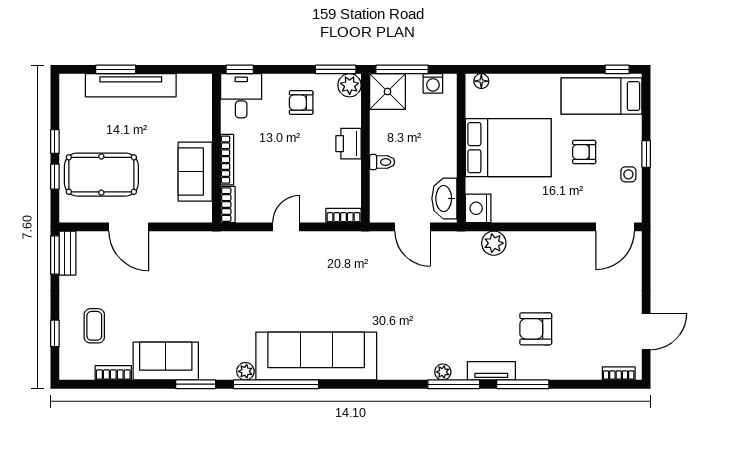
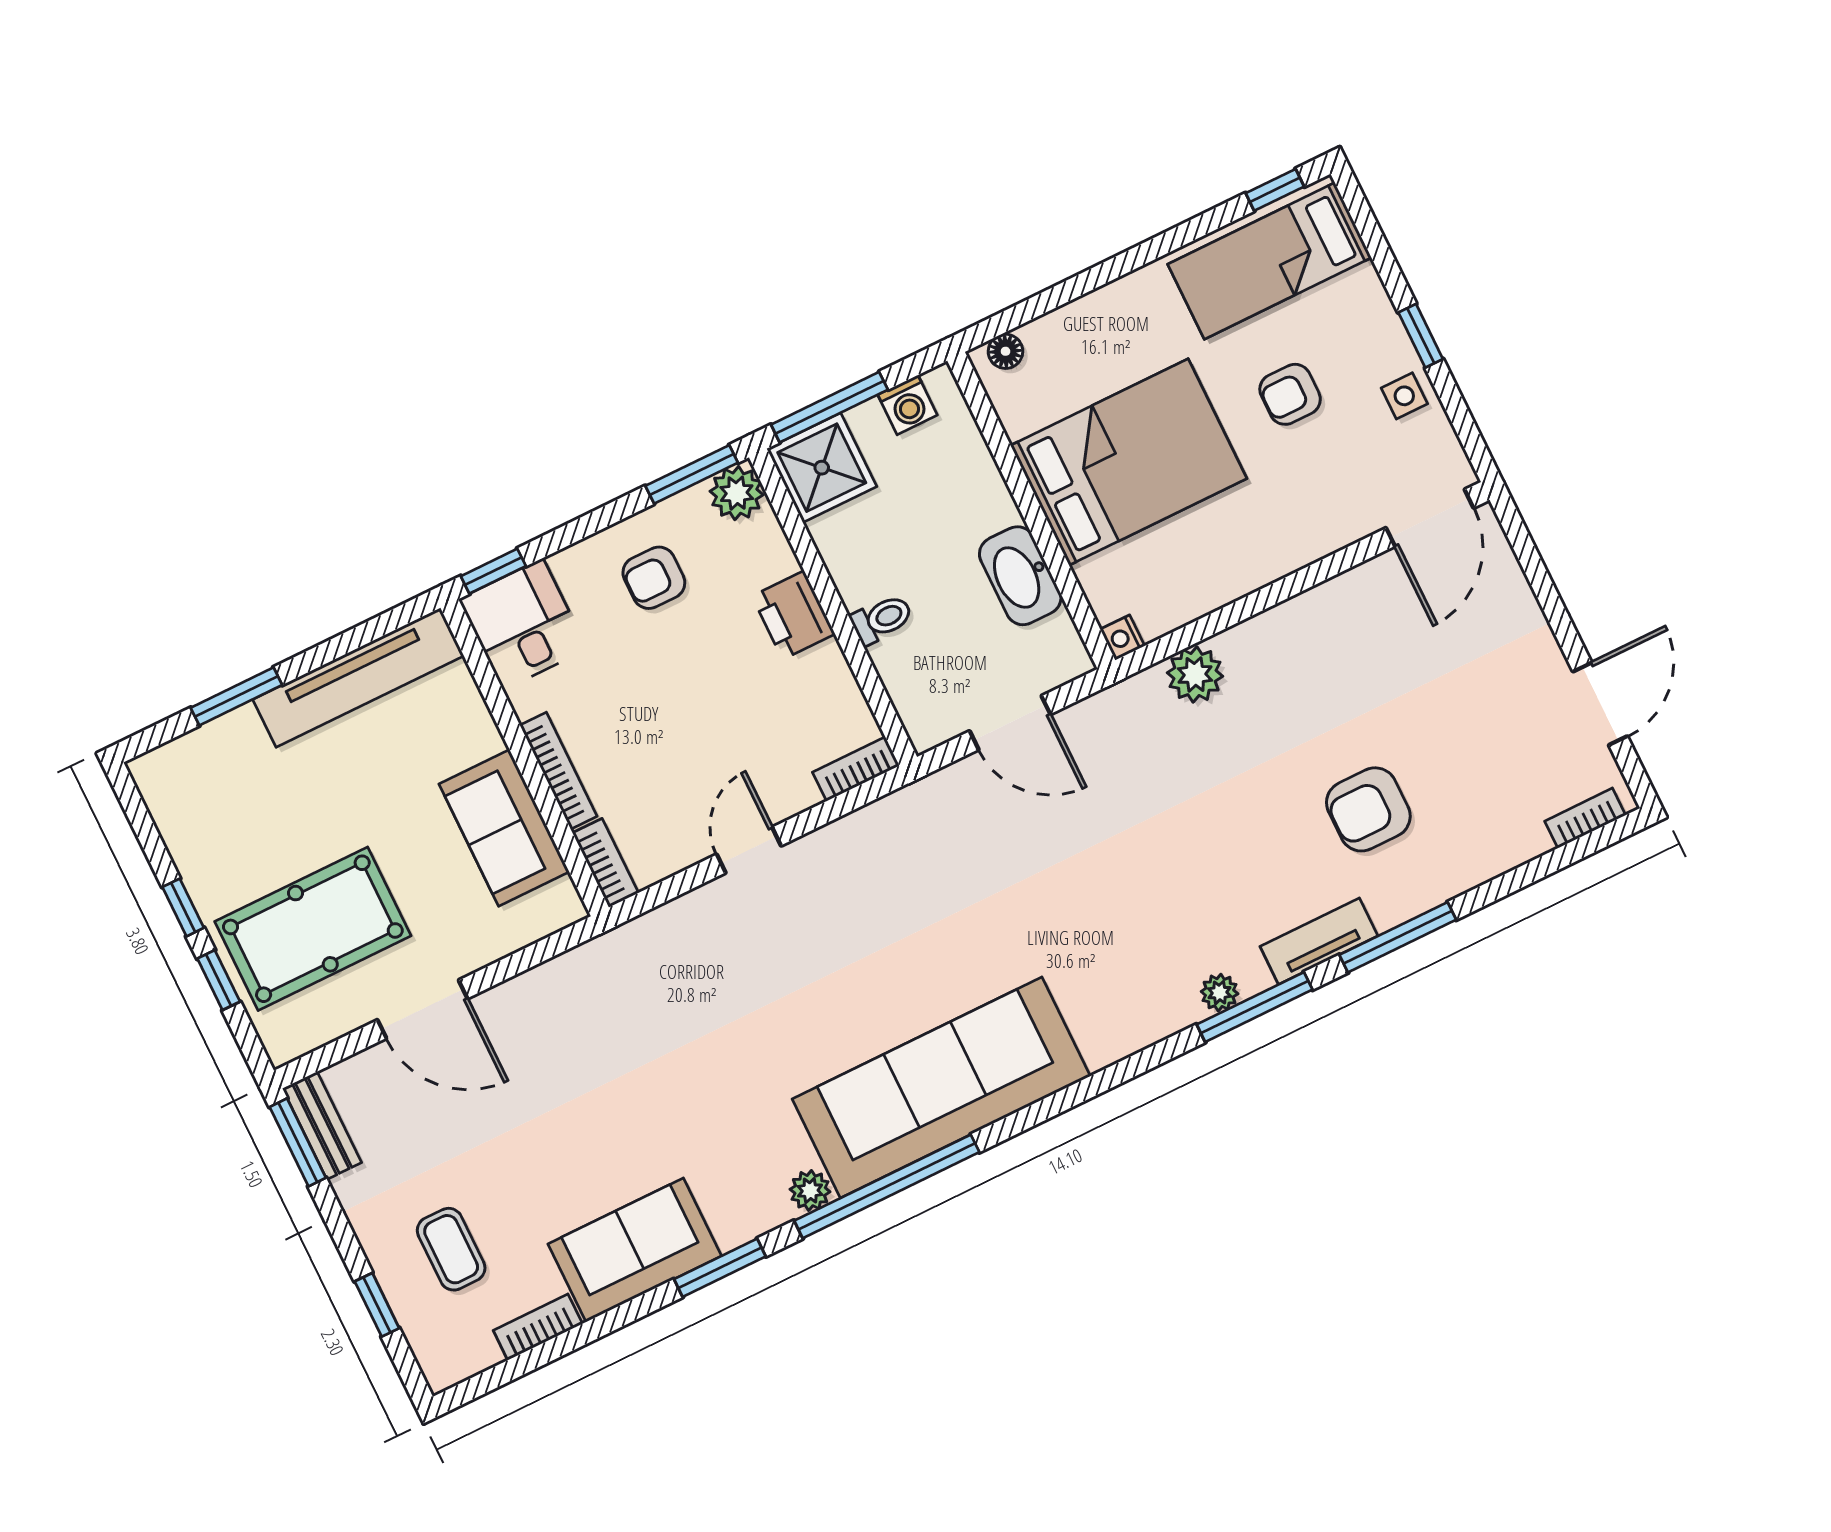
tv unit: (131, 85) -> (358, 678), moved
washbasin: (444, 198) -> (1020, 576), moved
nightstand: (478, 208) -> (1122, 638), width x0.53, depth x0.56

